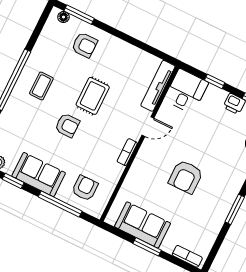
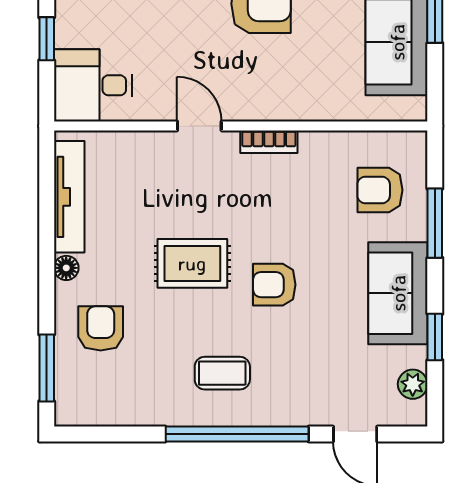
floor lamp: (63, 17) -> (66, 268), moved
tv unit: (158, 86) -> (69, 197), moved, turned -90
armchair: (67, 125) -> (274, 285), turned -90
window: (60, 204) -> (435, 223), width x0.69

